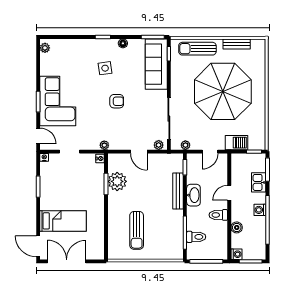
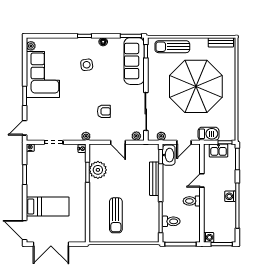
bench: (237, 44) -> (221, 42), moved
corner sofa: (58, 101) -> (43, 75), moved
armchair: (117, 101) -> (104, 111), moved
door: (38, 136) -> (25, 128), swing flipped
kitchen sink: (259, 182) -> (219, 151), moved, turned -90
washbasin: (193, 195) -> (169, 155), moved
boiler: (237, 227) -> (209, 213), removed
double door: (67, 261) -> (51, 244), swing flipped

